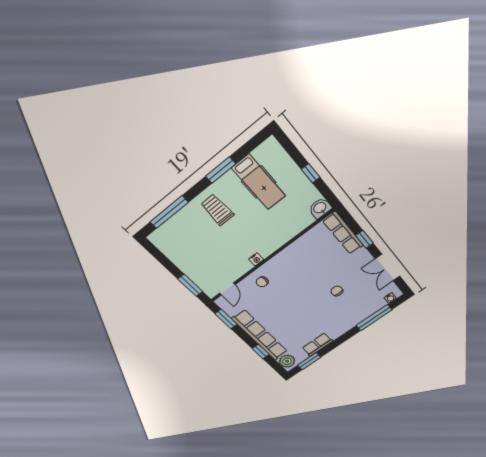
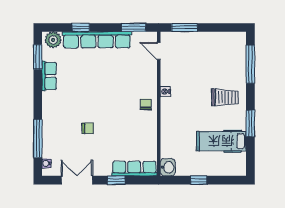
chair: (262, 282) -> (146, 104), moved

